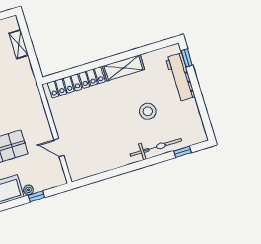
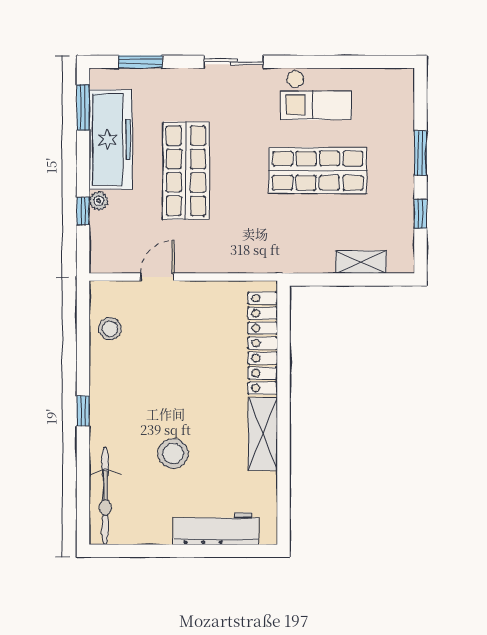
window: (187, 58) -> (246, 551), removed
bicycle: (156, 147) -> (105, 496), moved
window: (182, 152) -> (83, 411), moved
stool: (93, 164) -> (110, 329), added

